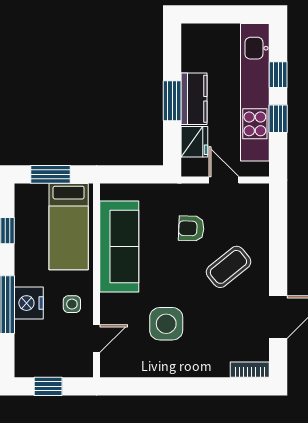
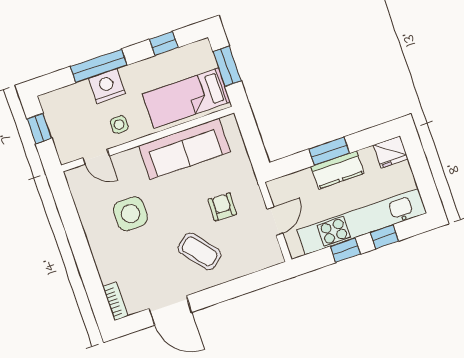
fridge: (194, 142) -> (391, 152), moved

